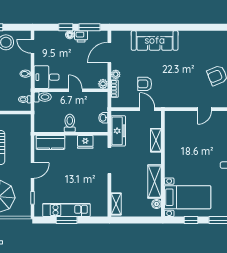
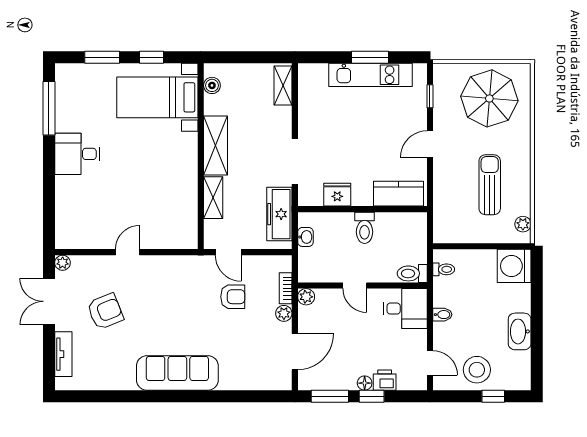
printer: (81, 36) -> (385, 380), moved
sofa: (155, 40) -> (177, 373), moved
shelving: (154, 182) -> (216, 146), moved

